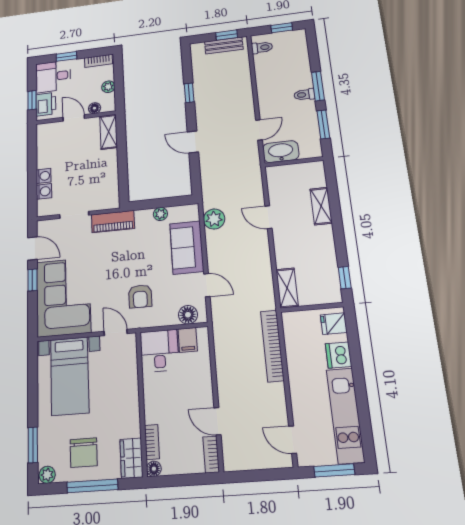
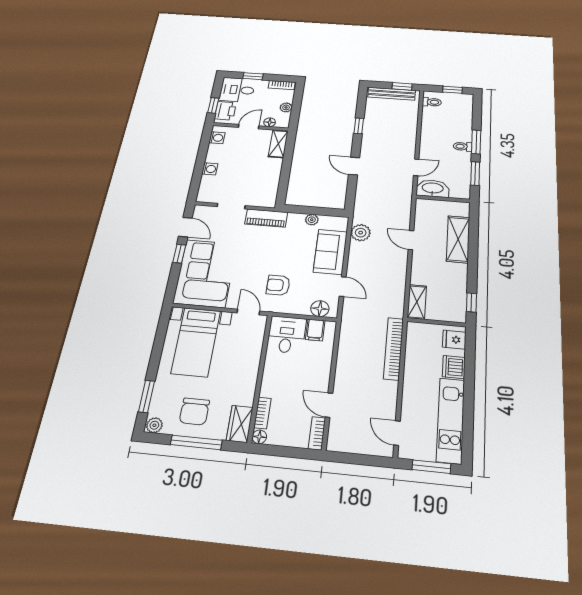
bench: (224, 45) -> (392, 94), width x1.36
door: (74, 118) -> (249, 127), hinge flipped
washing machine: (44, 191) -> (217, 138), moved
shelving: (321, 206) -> (458, 239), width x1.50, depth x1.33
armchair: (140, 296) -> (278, 285), turned 90

